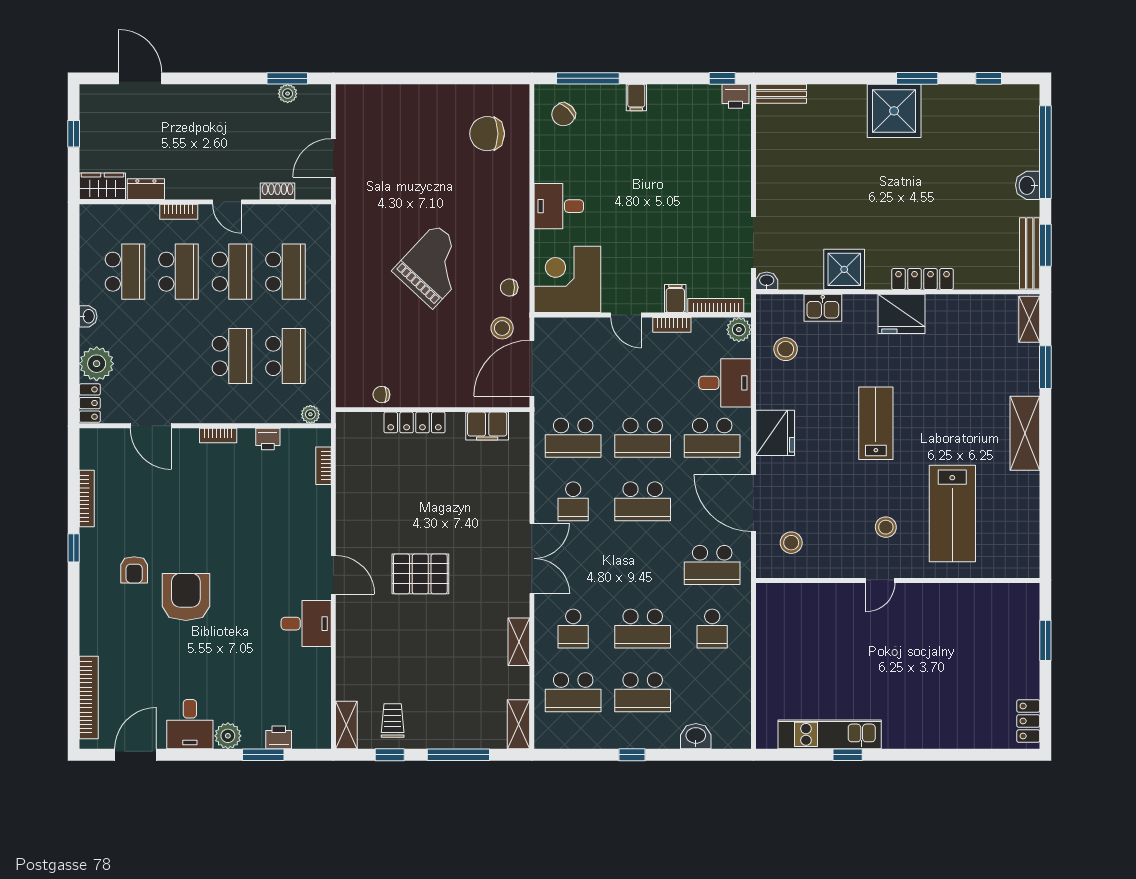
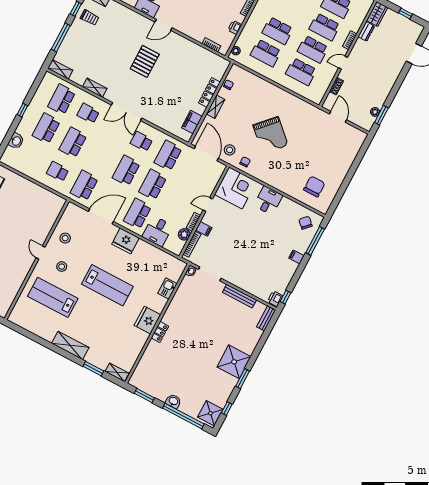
bench: (1030, 253) -> (239, 296), moved
shower: (844, 269) -> (210, 413), moved
locker: (922, 279) -> (160, 332), width x0.66
plant: (739, 330) -> (184, 234), moved
stool: (786, 349) -> (158, 264), removed
shelving: (435, 397) -> (216, 107), added
lab bench: (876, 423) -> (107, 285), width x1.36, depth x1.39
stool: (791, 543) -> (65, 238), moved

